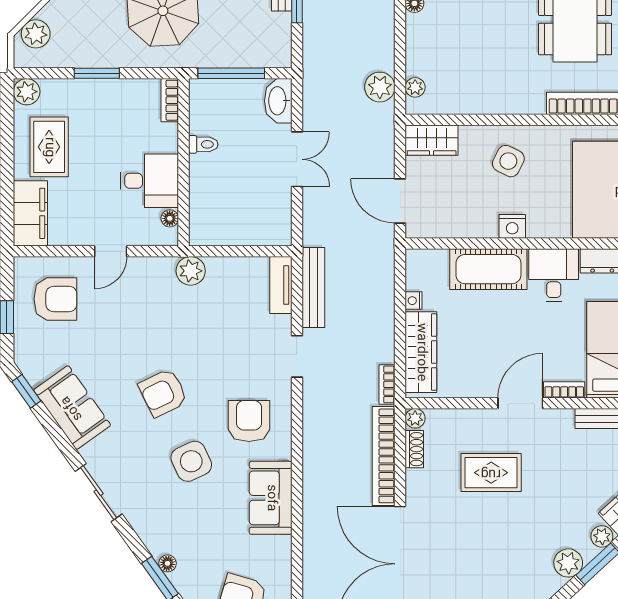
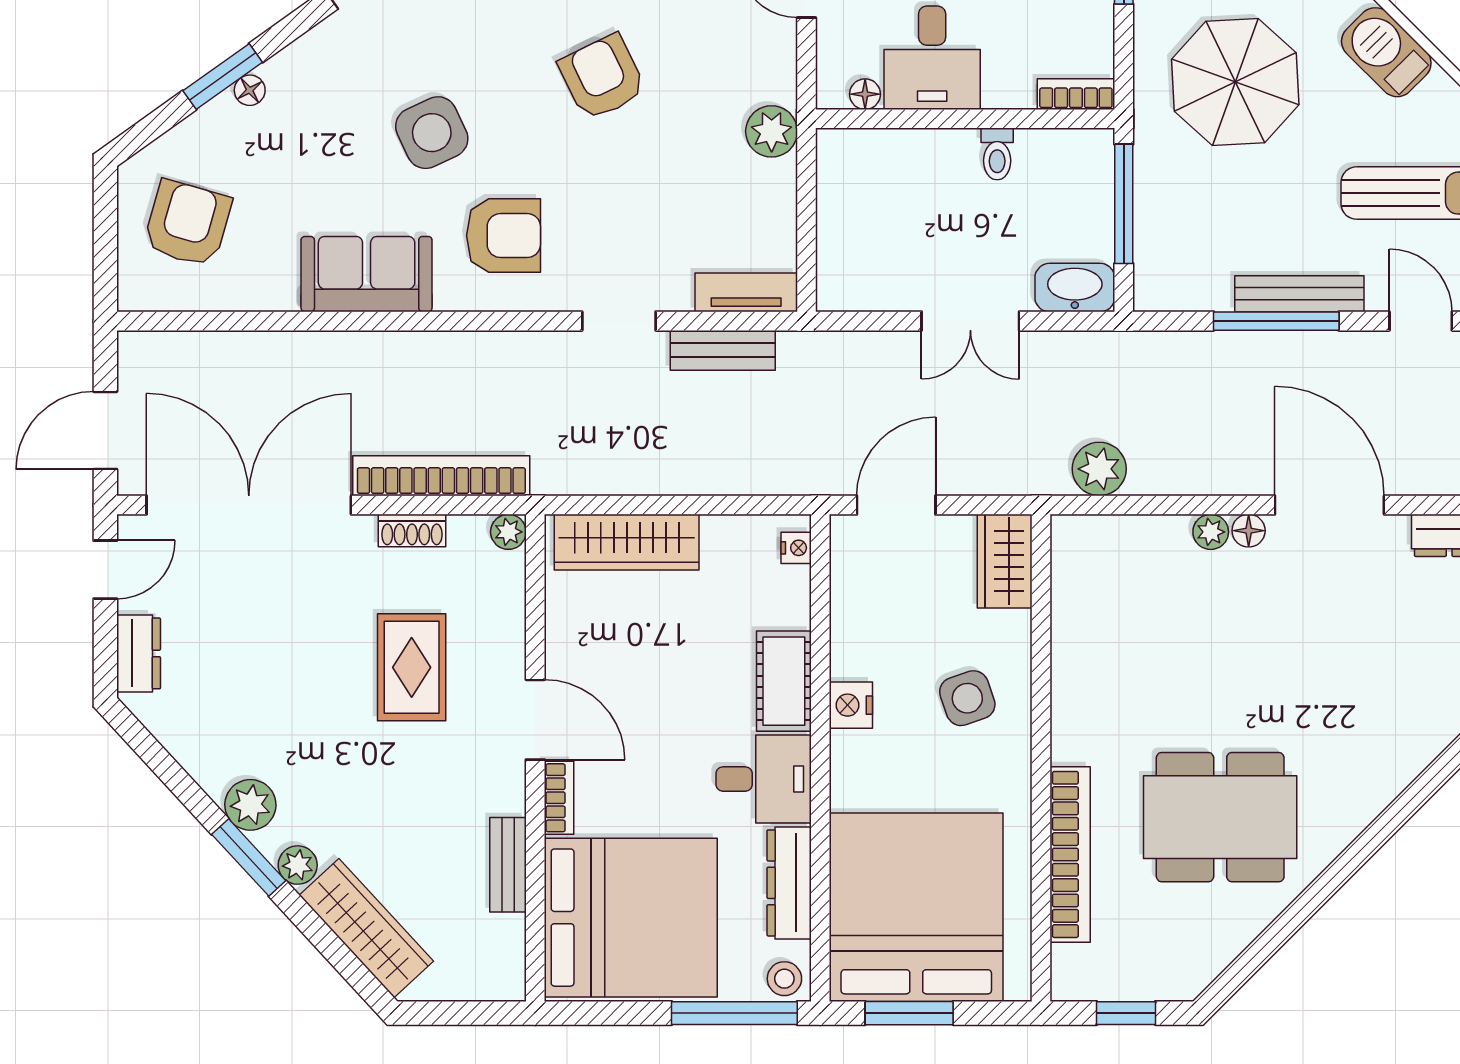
plant: (415, 87) -> (1211, 532), moved
side table: (508, 161) -> (967, 698), turned 45
cot: (488, 269) -> (784, 681), width x0.73, depth x0.75
bench: (313, 288) -> (723, 350), width x0.73
nightstand: (414, 301) -> (796, 548), moved, turned 90
bookcase: (387, 384) -> (569, 482), removed
armchair: (163, 393) -> (602, 77), moved
shoe rack: (414, 449) -> (412, 530), moved

